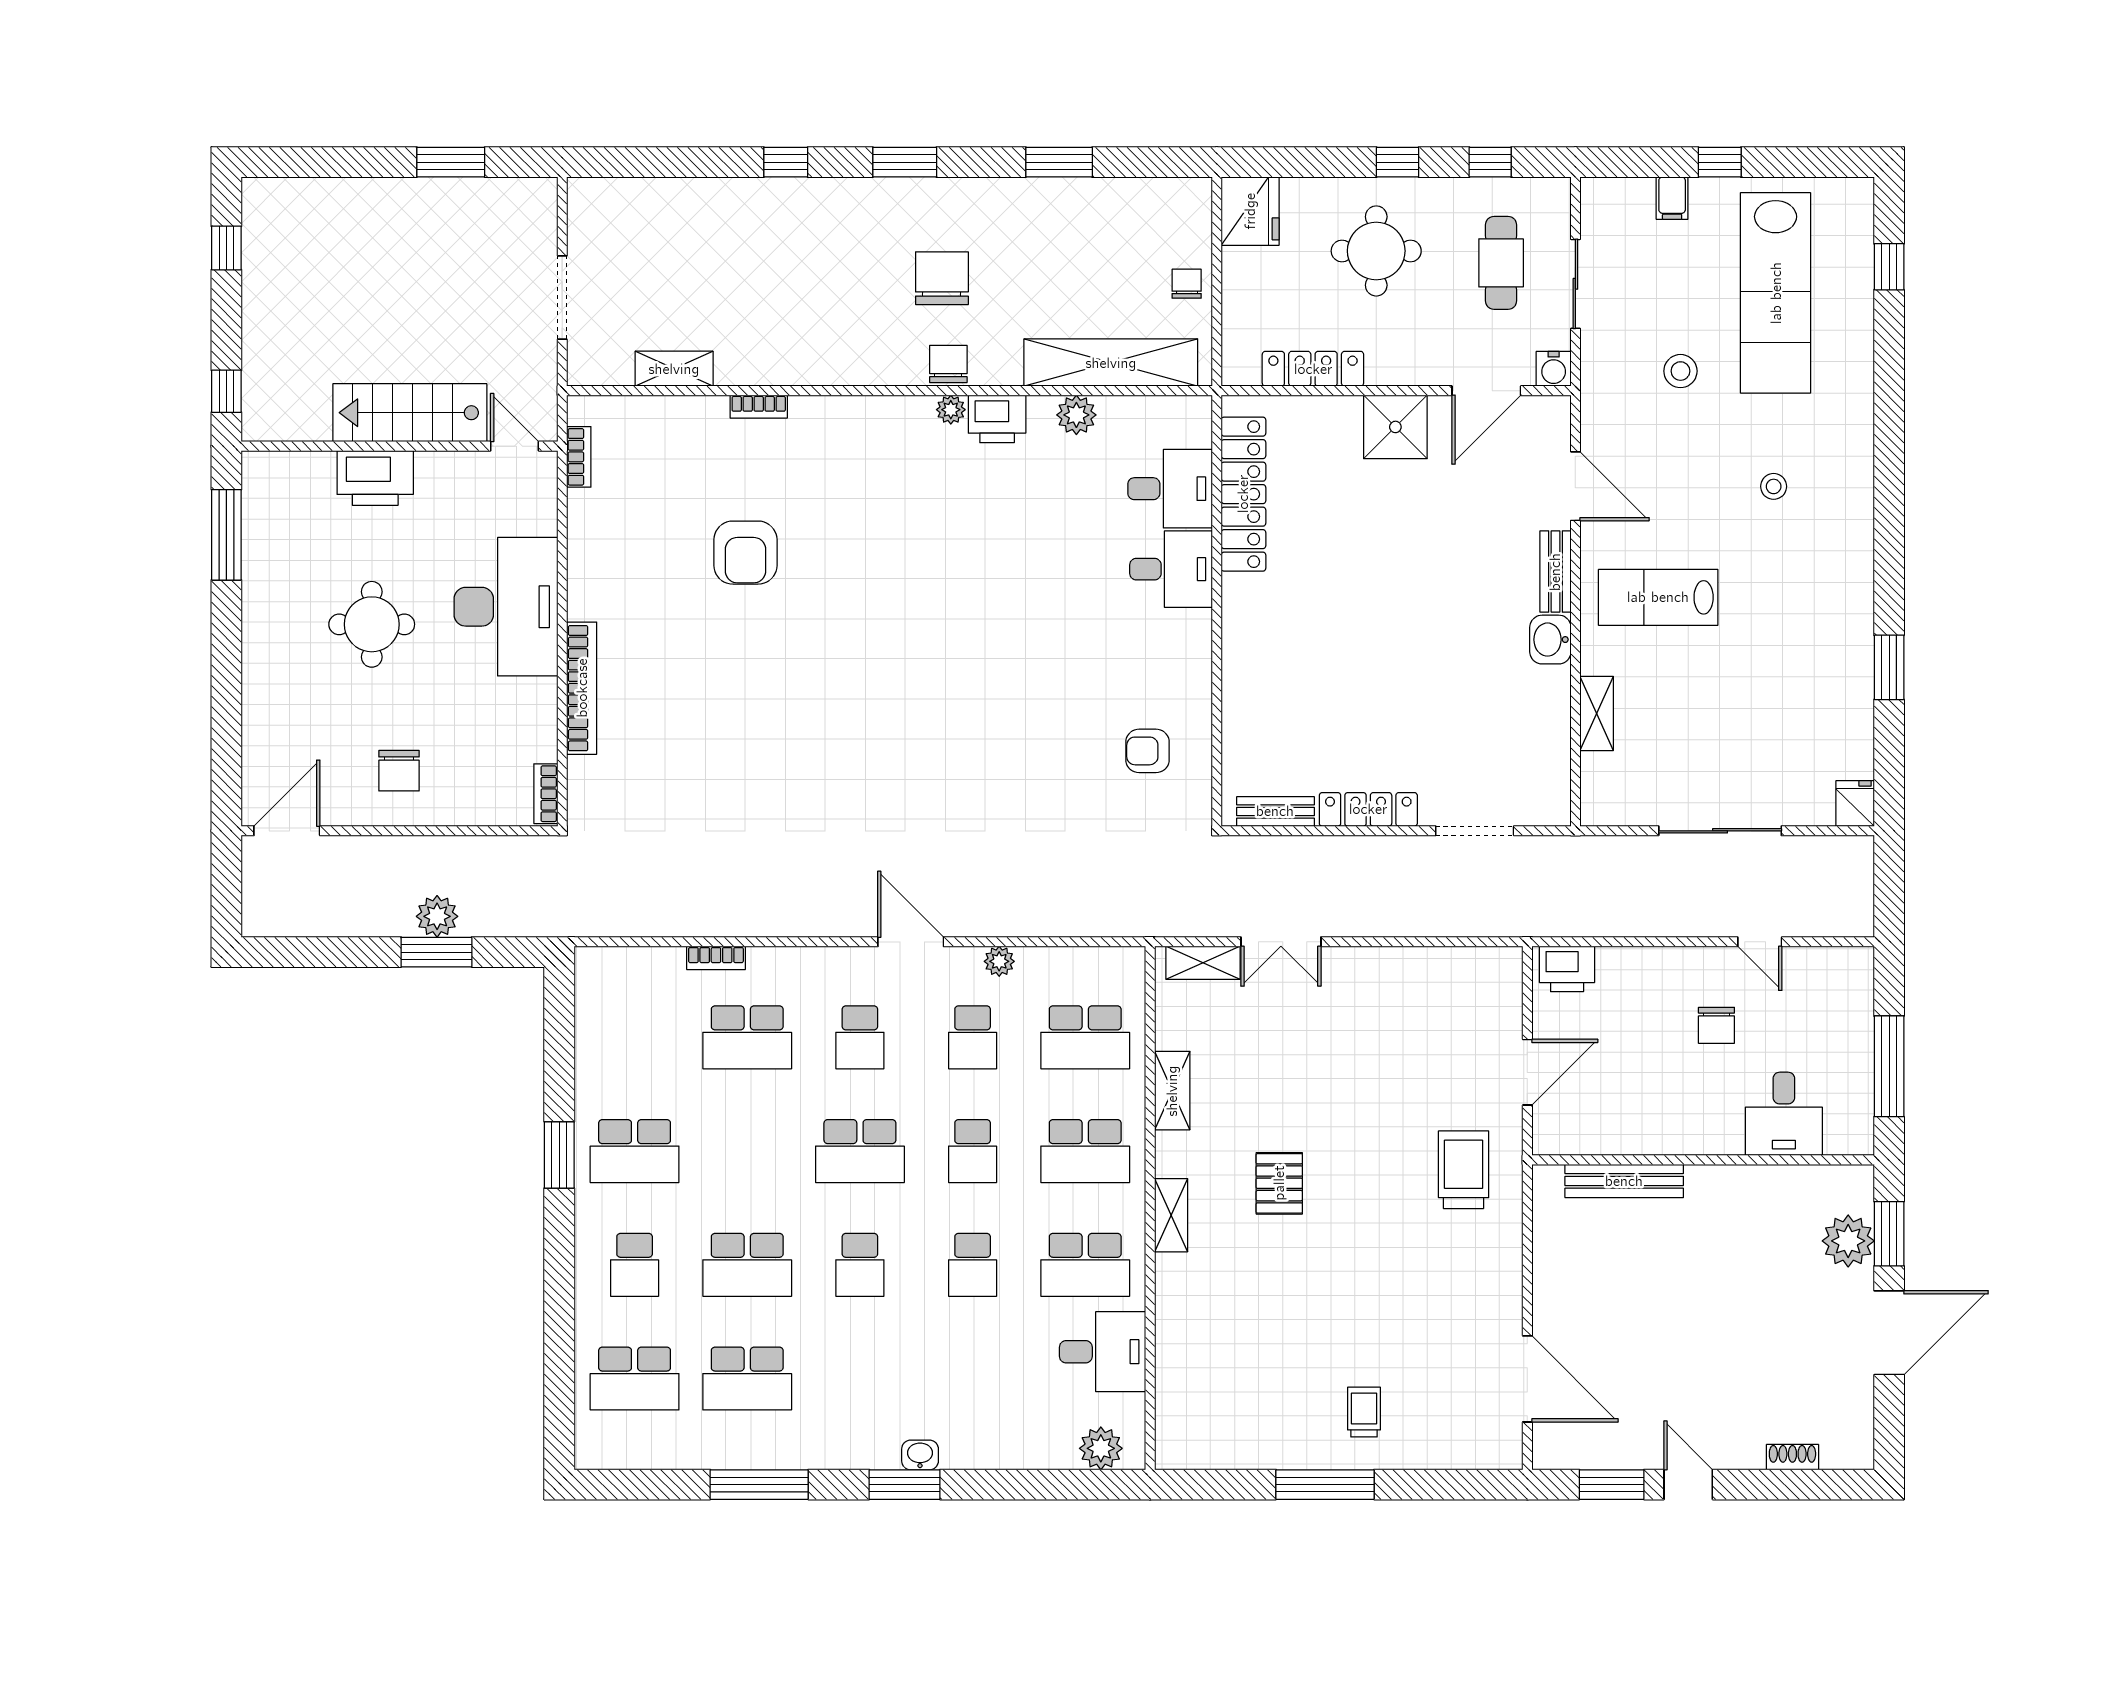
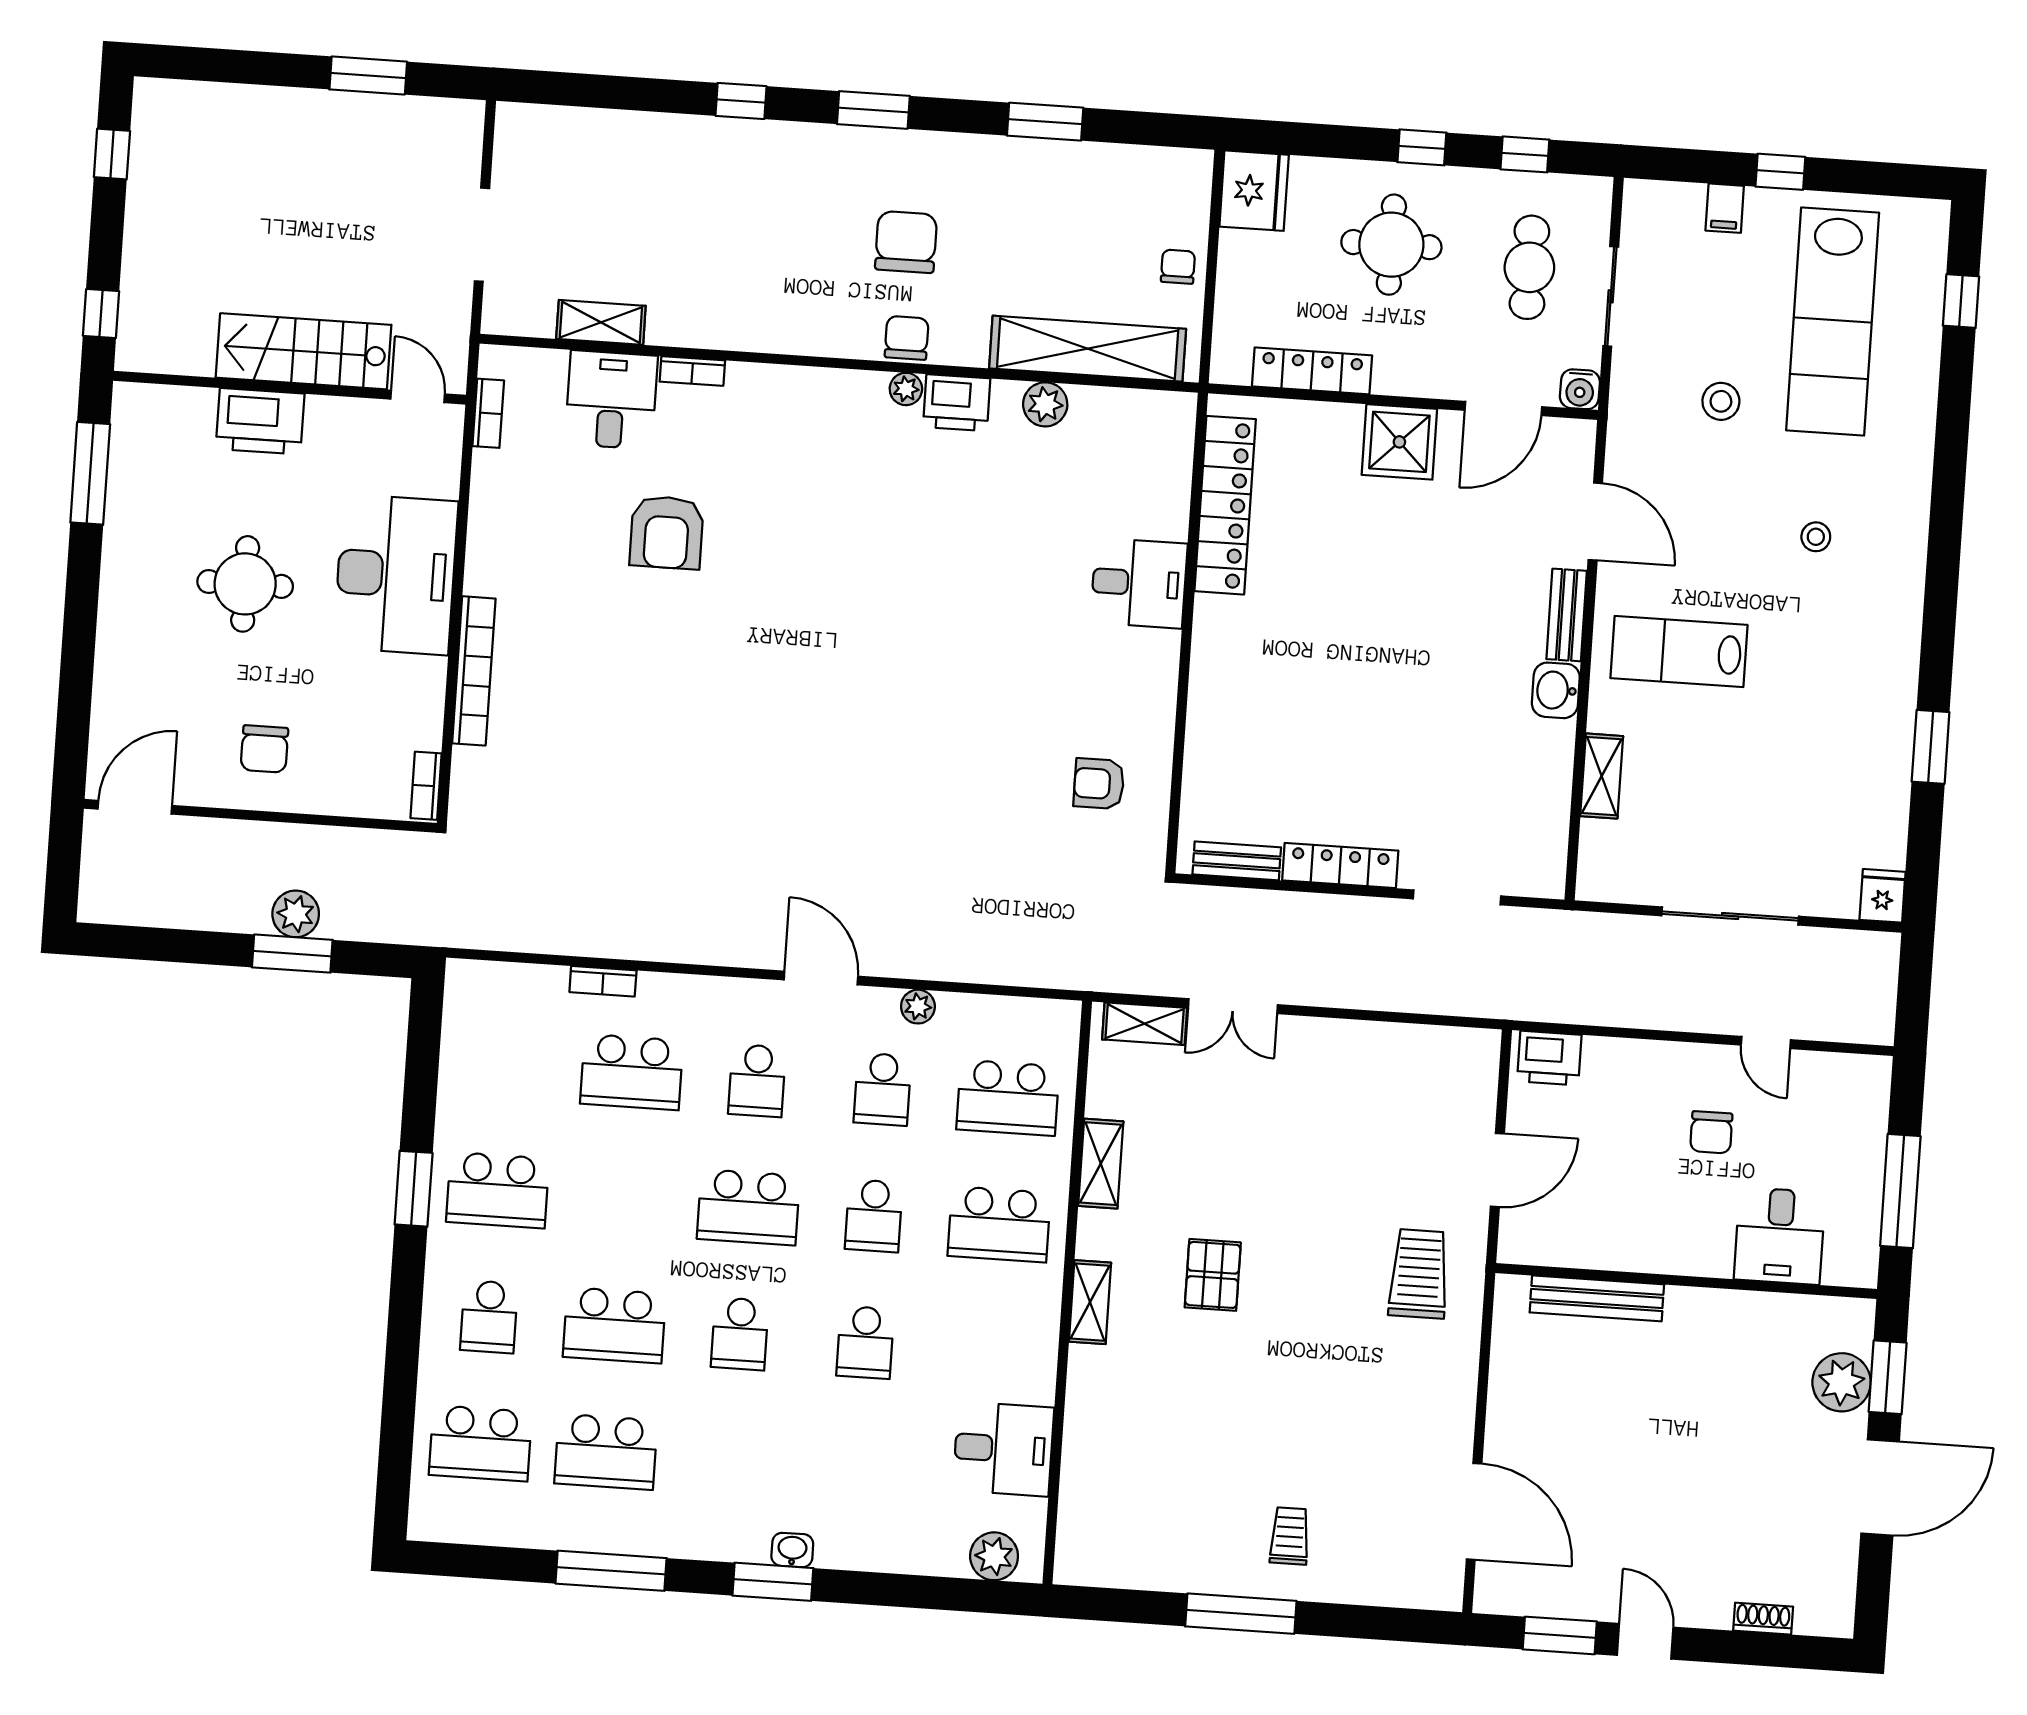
desk: (1170, 489) -> (611, 400), moved, turned -90
school desk: (1085, 1265) -> (991, 1351), removed

